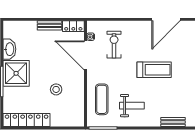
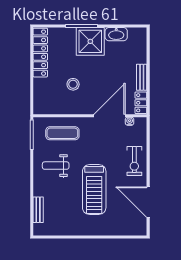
exercise bike: (114, 45) -> (134, 161), moved, turned 90
treadmill: (154, 70) -> (94, 190), width x1.37, depth x1.38
weight bench: (132, 106) -> (56, 166), turned 90

